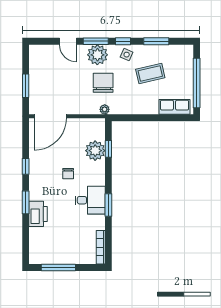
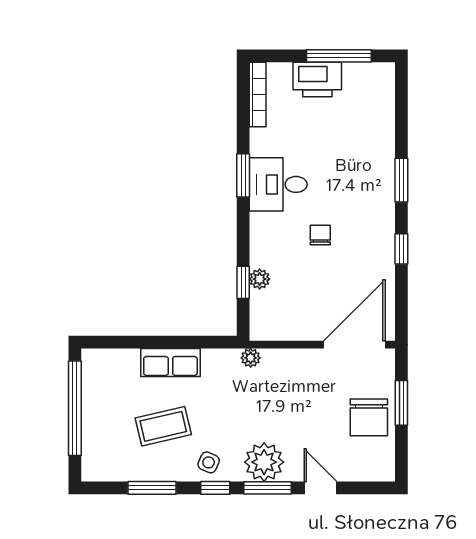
chair: (103, 83) -> (369, 417), moved
row of seats: (175, 107) -> (170, 363), moved
plant: (95, 151) -> (260, 279), width x0.53, depth x0.53
printer: (38, 214) -> (317, 79), moved, turned -90

